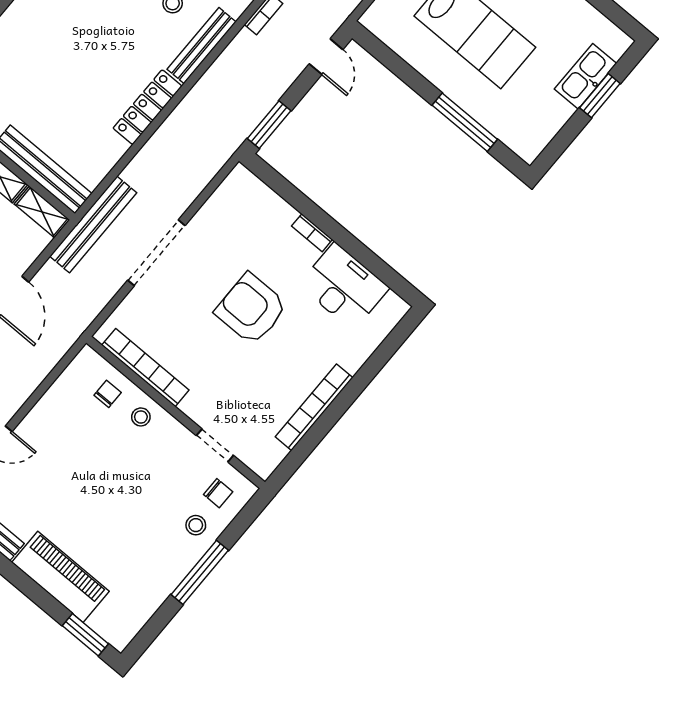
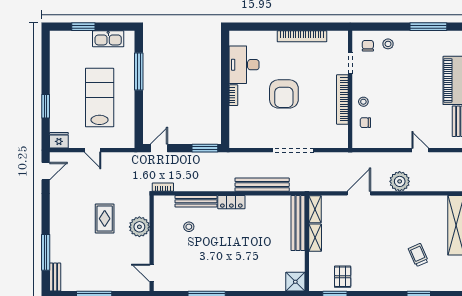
kitchen sink: (585, 76) -> (108, 39), moved
locker: (147, 107) -> (231, 202), width x0.66
bench: (93, 225) -> (262, 185), moved
bookcase: (145, 368) -> (342, 99), moved
window: (200, 572) -> (428, 27), moved

